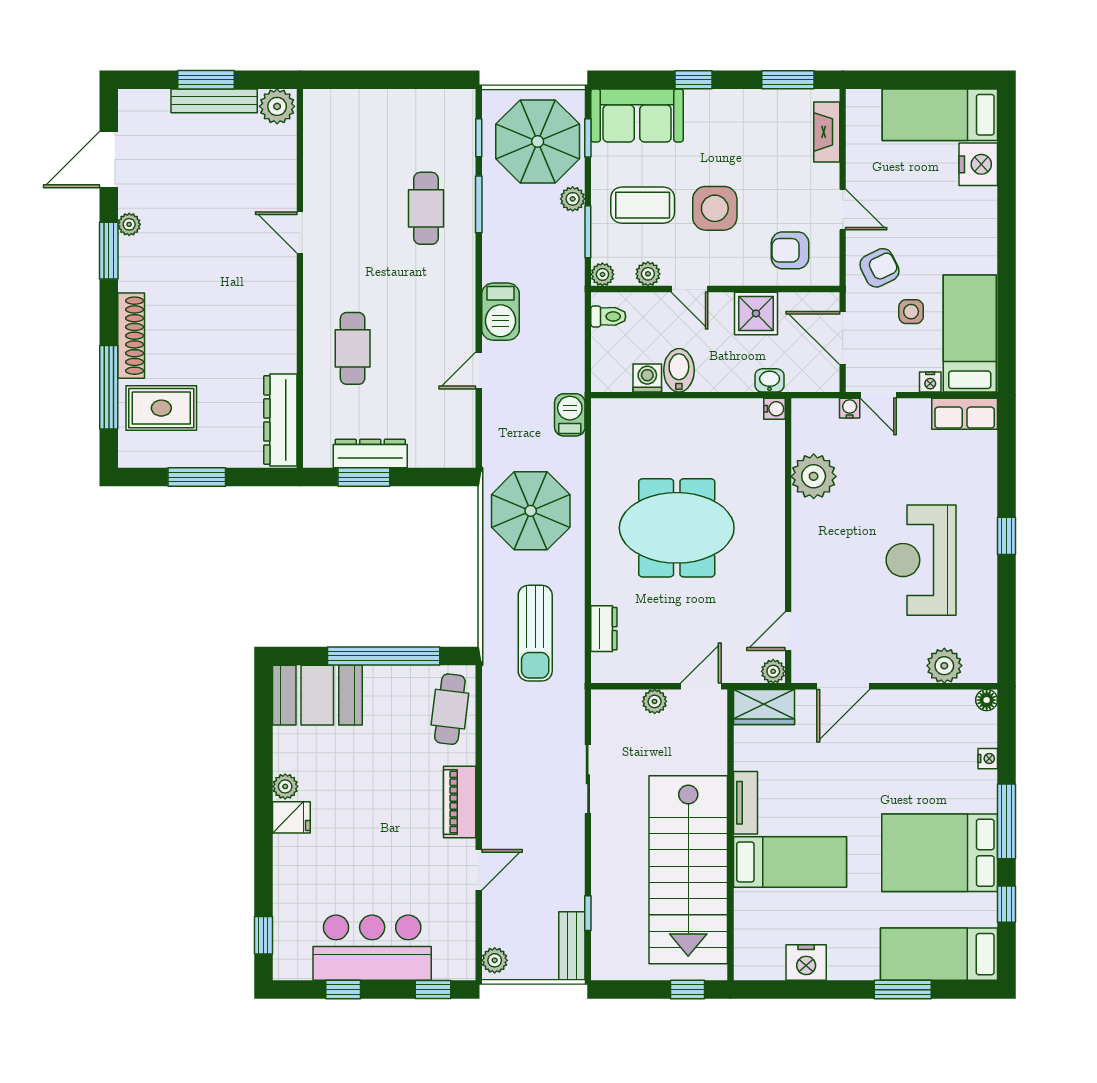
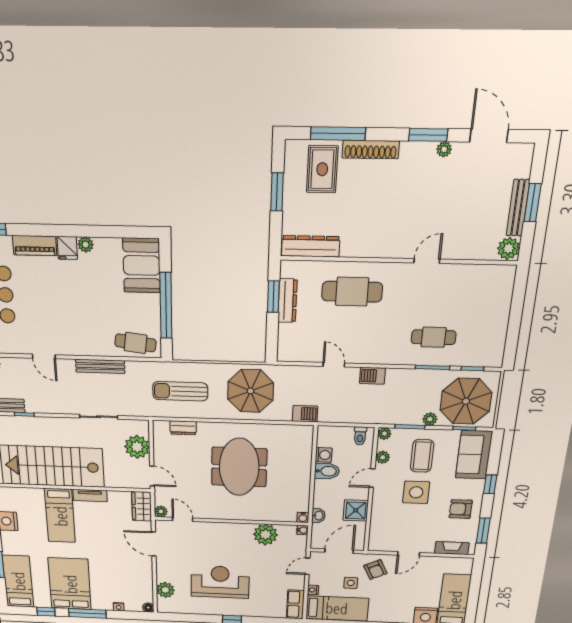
armchair: (790, 250) -> (461, 509), moved, turned -90
barbecue: (500, 312) -> (372, 376), width x0.73, depth x0.79
cafe table: (353, 348) -> (352, 292), width x1.37, depth x1.35
water cooler: (850, 408) -> (302, 530), moved
plant: (655, 701) -> (137, 447), width x1.88, depth x1.88
bench: (494, 772) -> (100, 366), added
piano: (460, 802) -> (35, 246), moved, turned 180

